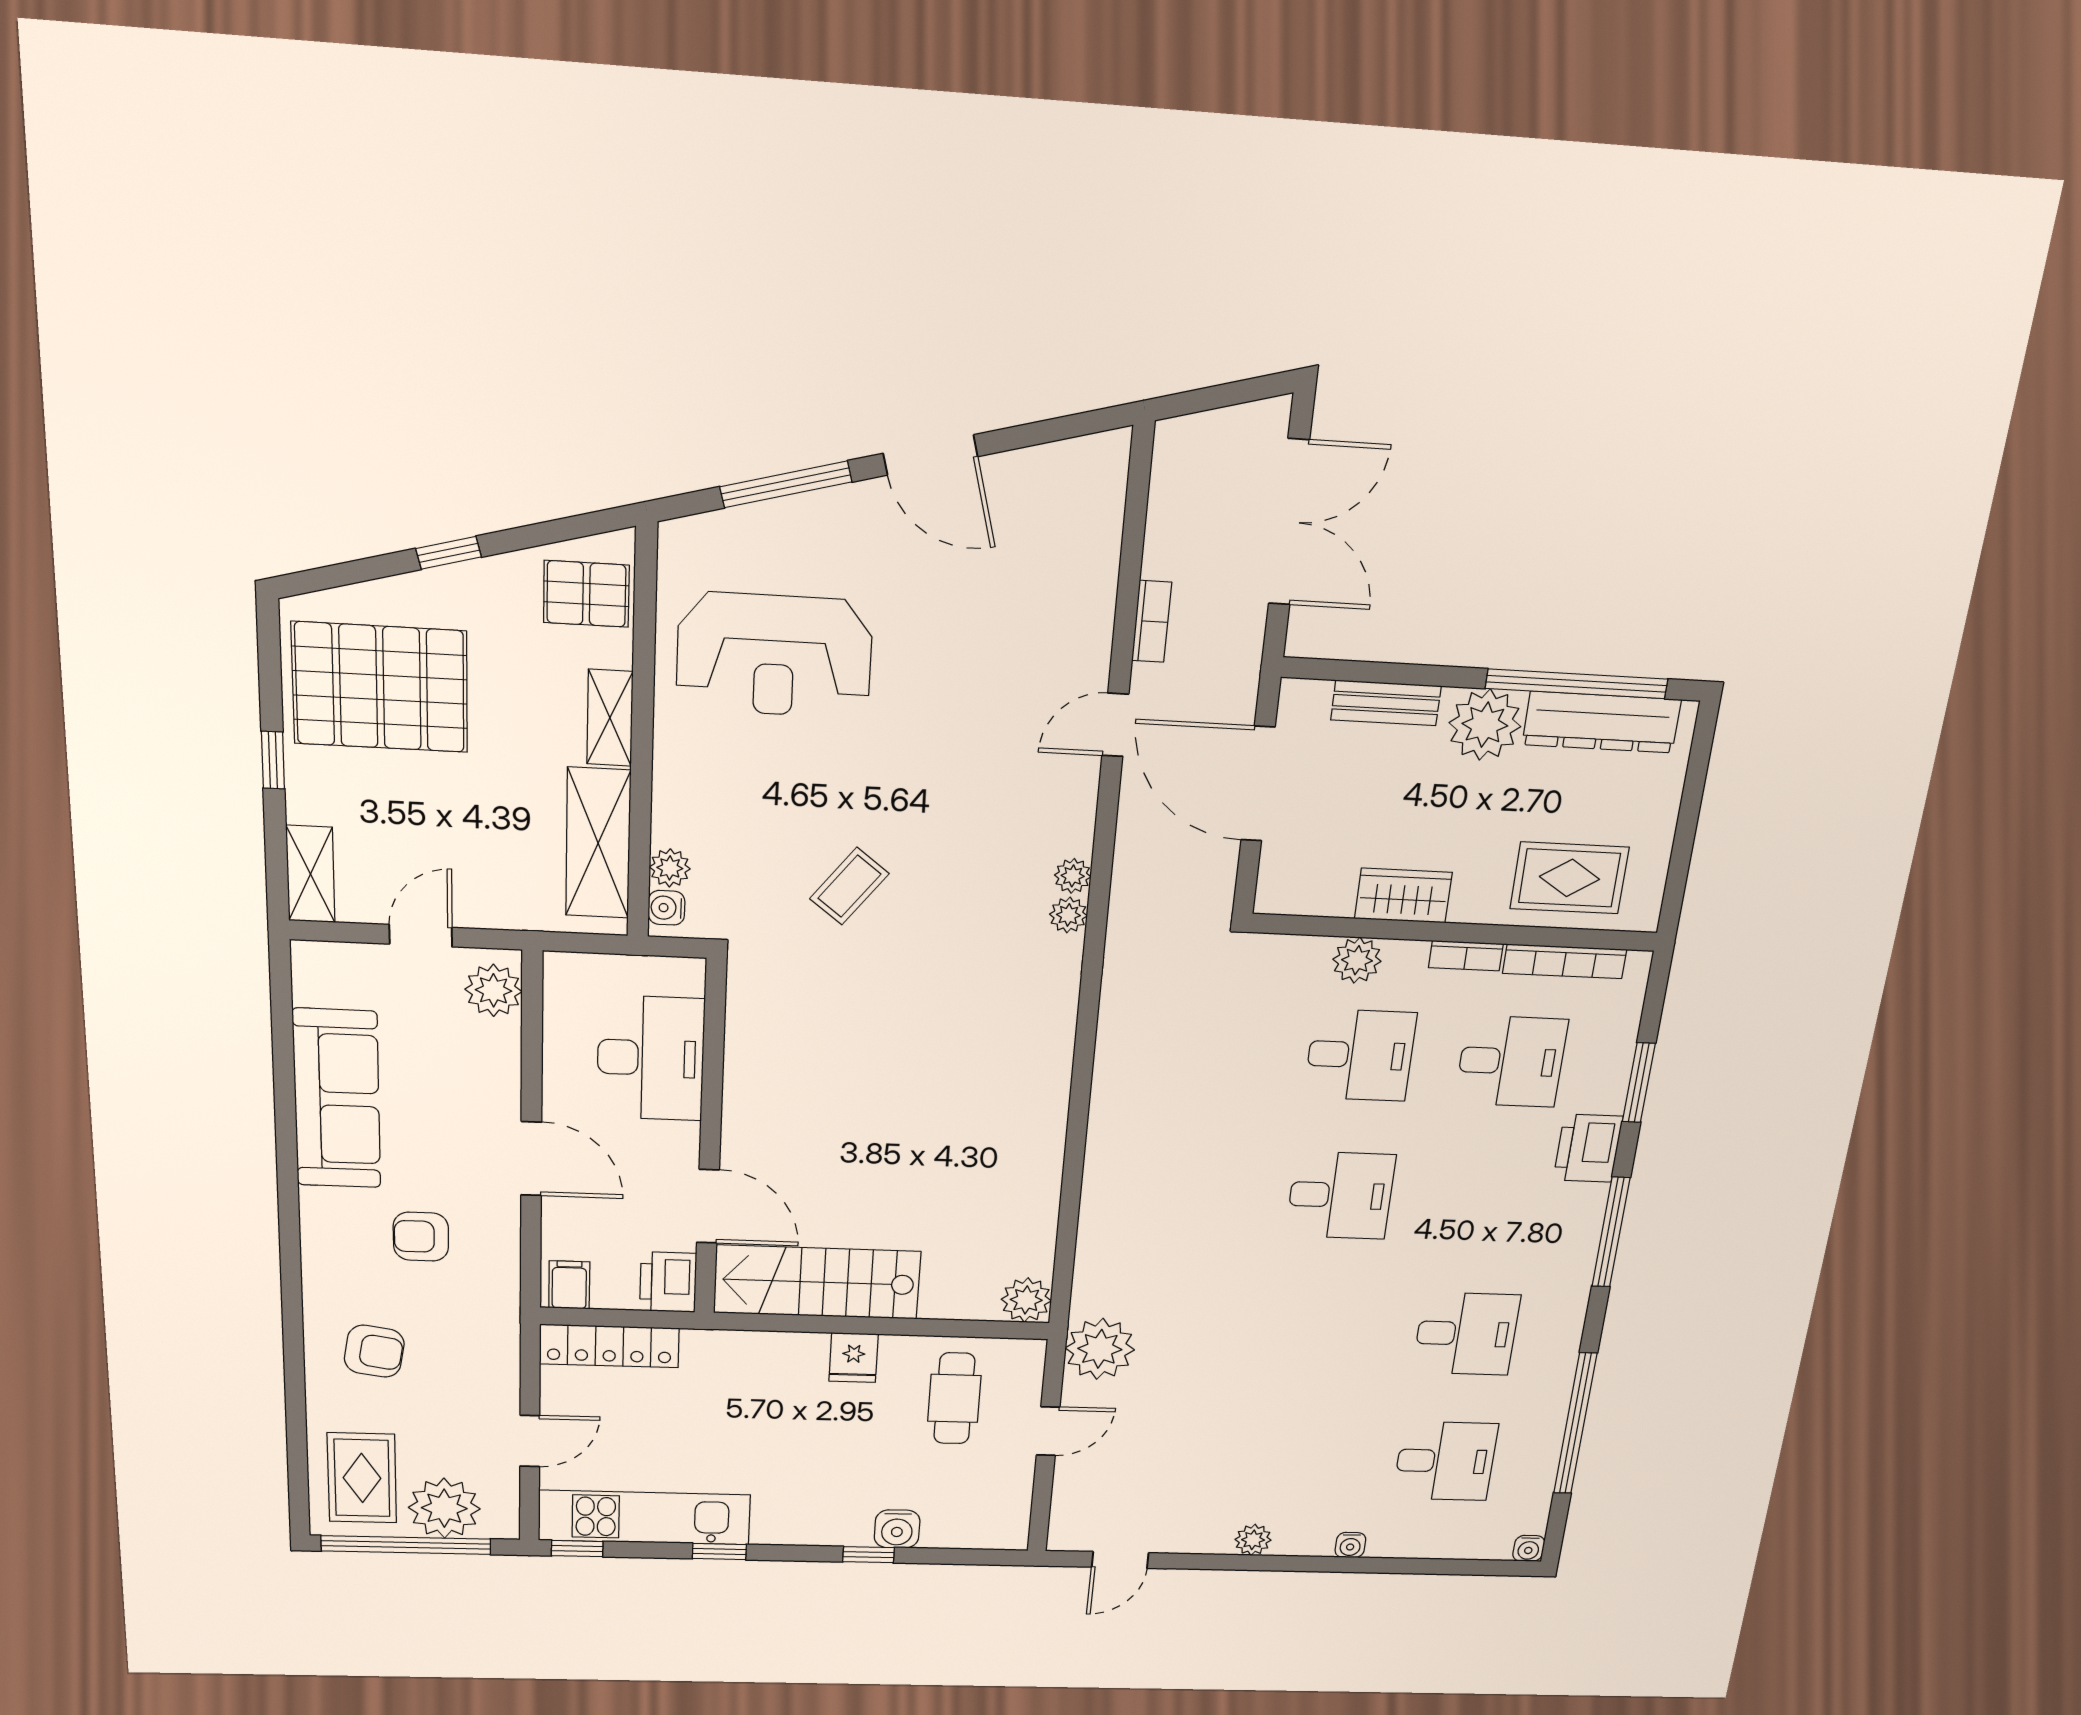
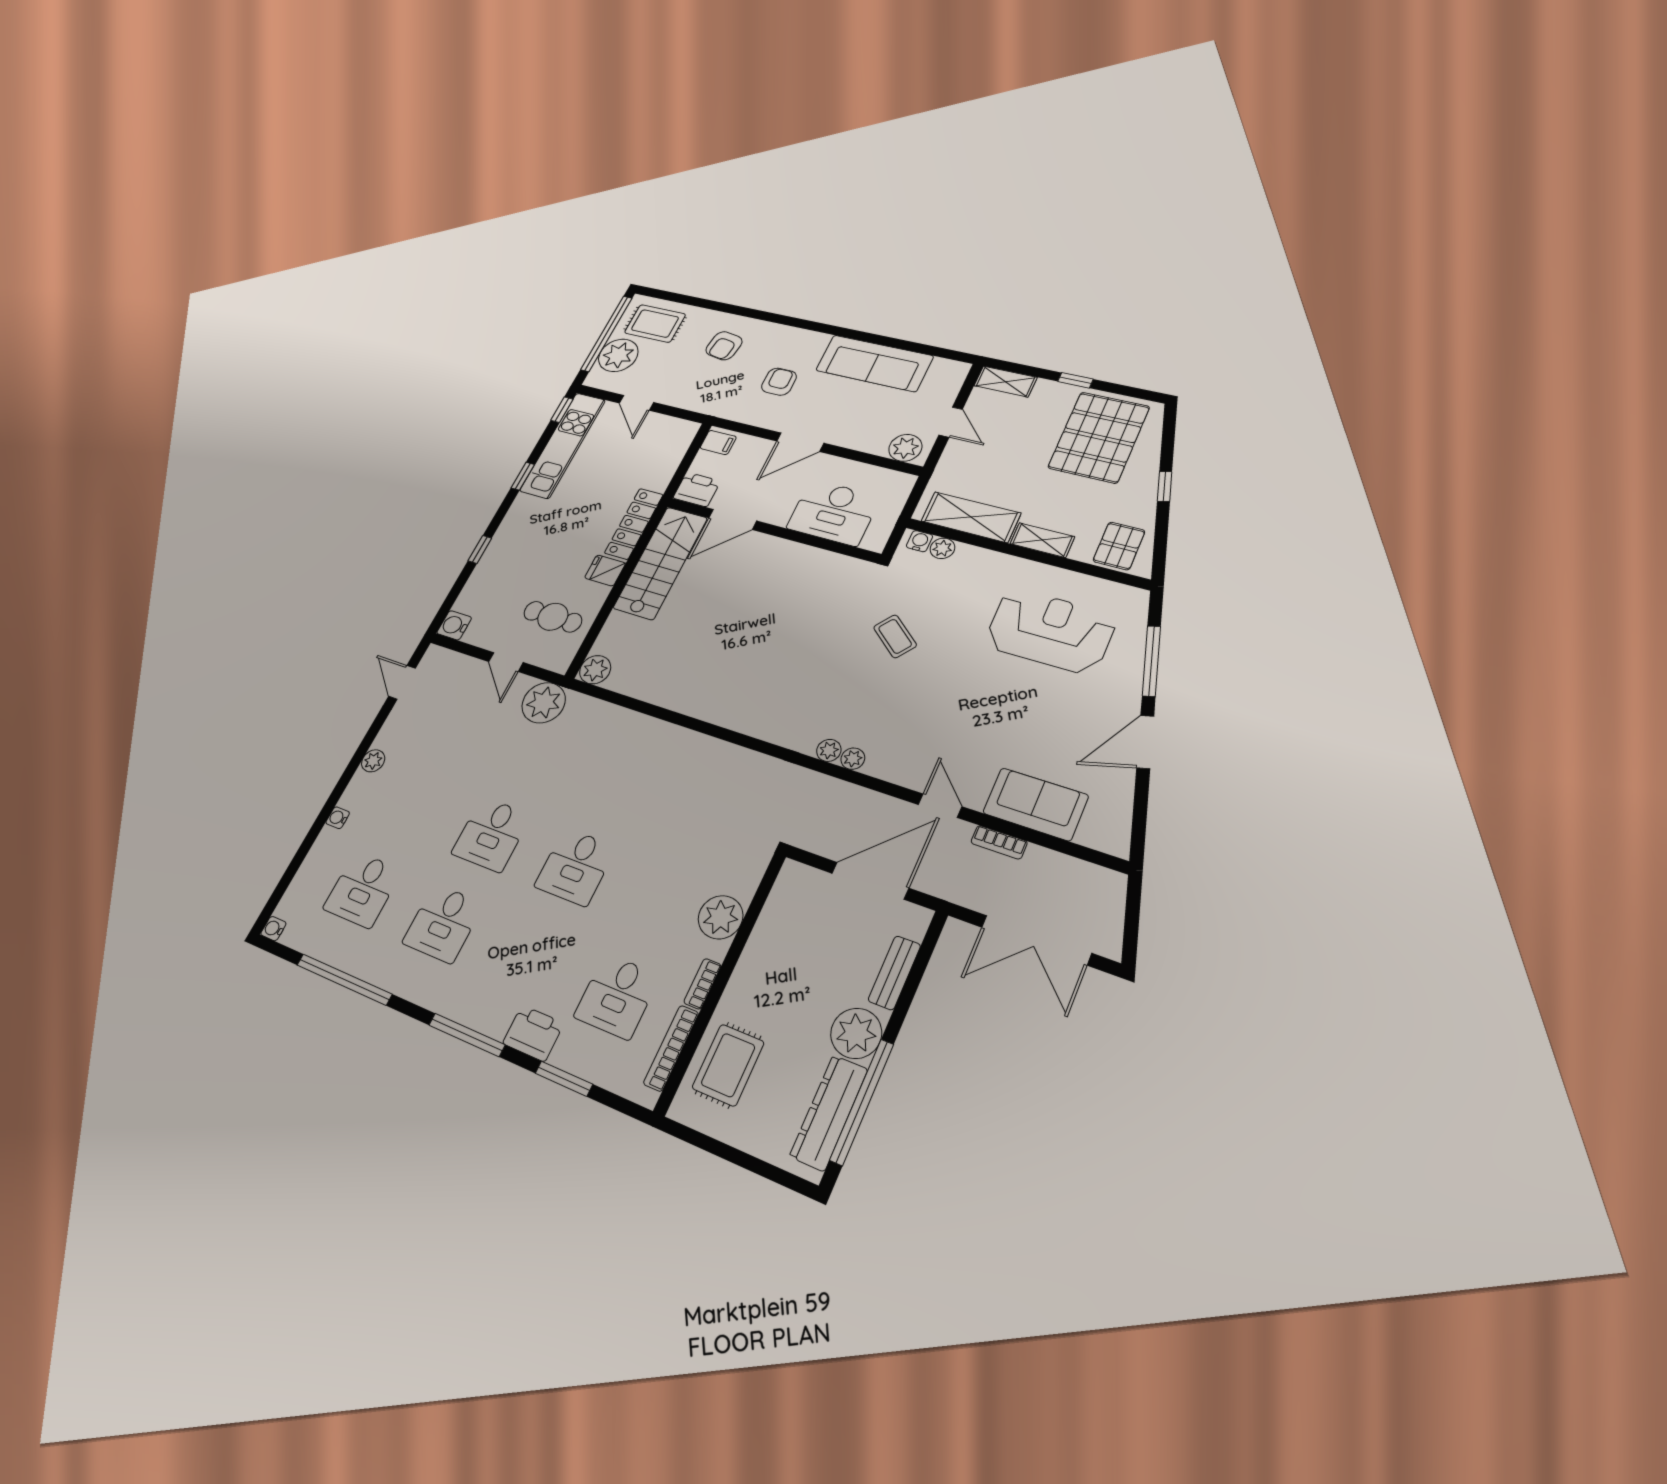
sofa: (1077, 587) -> (1036, 804), added
reception desk: (774, 655) -> (1050, 631), turned 90
wardrobe: (1403, 896) -> (760, 953), removed
plant: (1357, 960) -> (721, 917), width x1.36, depth x1.36
desk: (1360, 1055) -> (491, 834), moved
locker: (609, 1346) -> (634, 524), moved
water cooler: (897, 1529) -> (454, 625), moved

